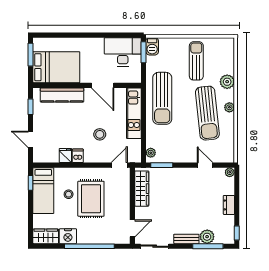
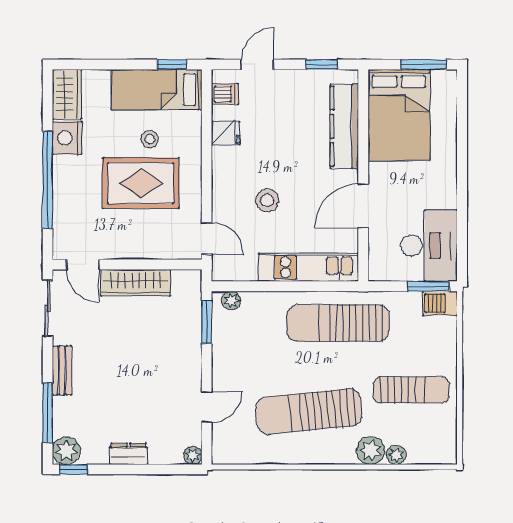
plant: (229, 107) -> (396, 455), moved
dishwasher: (78, 156) -> (225, 94), moved
wardrobe: (142, 189) -> (136, 283), moved
plant: (207, 237) -> (66, 451), moved

